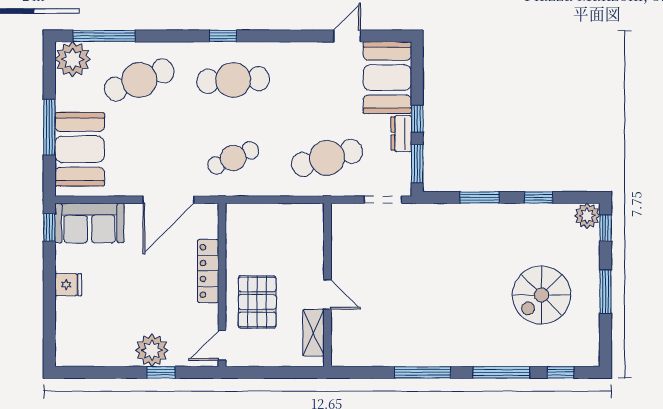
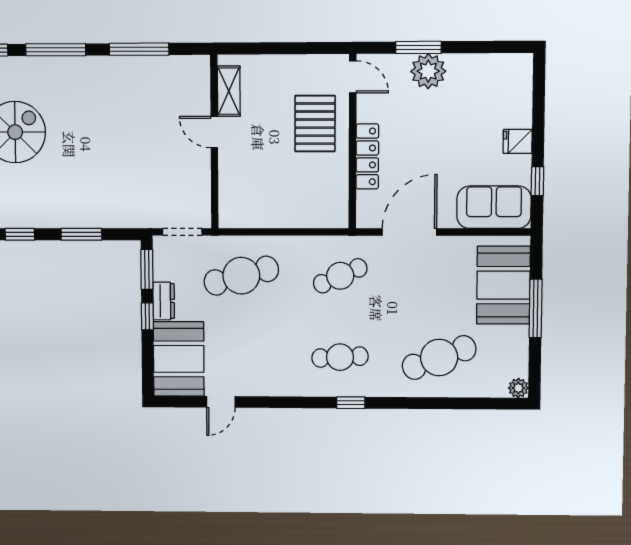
window: (104, 36) -> (476, 403), removed
plant: (73, 59) -> (518, 388), width x0.53, depth x0.53
cafe table: (233, 80) -> (340, 357), width x0.73, depth x0.74
window: (49, 228) -> (537, 181), moved
wall: (327, 285) -> (214, 142), moved
door: (327, 294) -> (214, 132), moved
shelving: (313, 333) -> (229, 91), moved
door: (222, 345) -> (353, 77), hinge flipped
window: (161, 372) -> (418, 47), width x1.50

